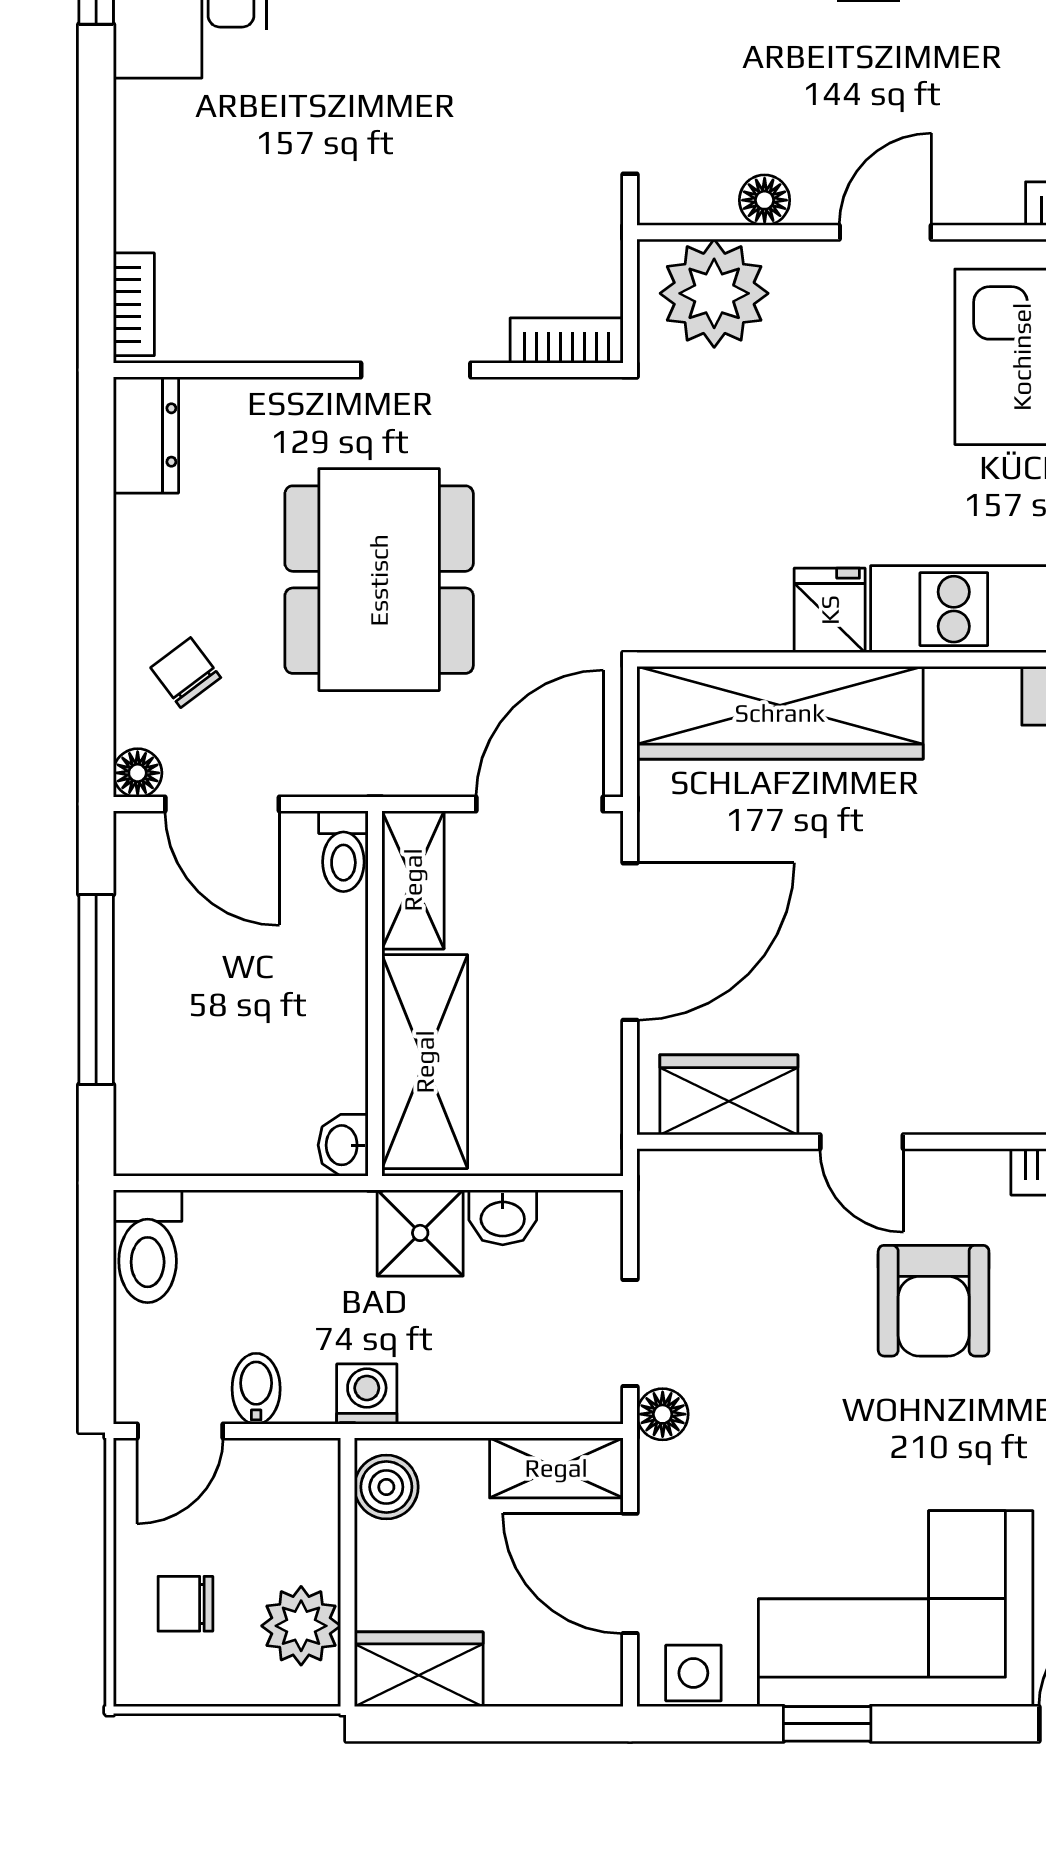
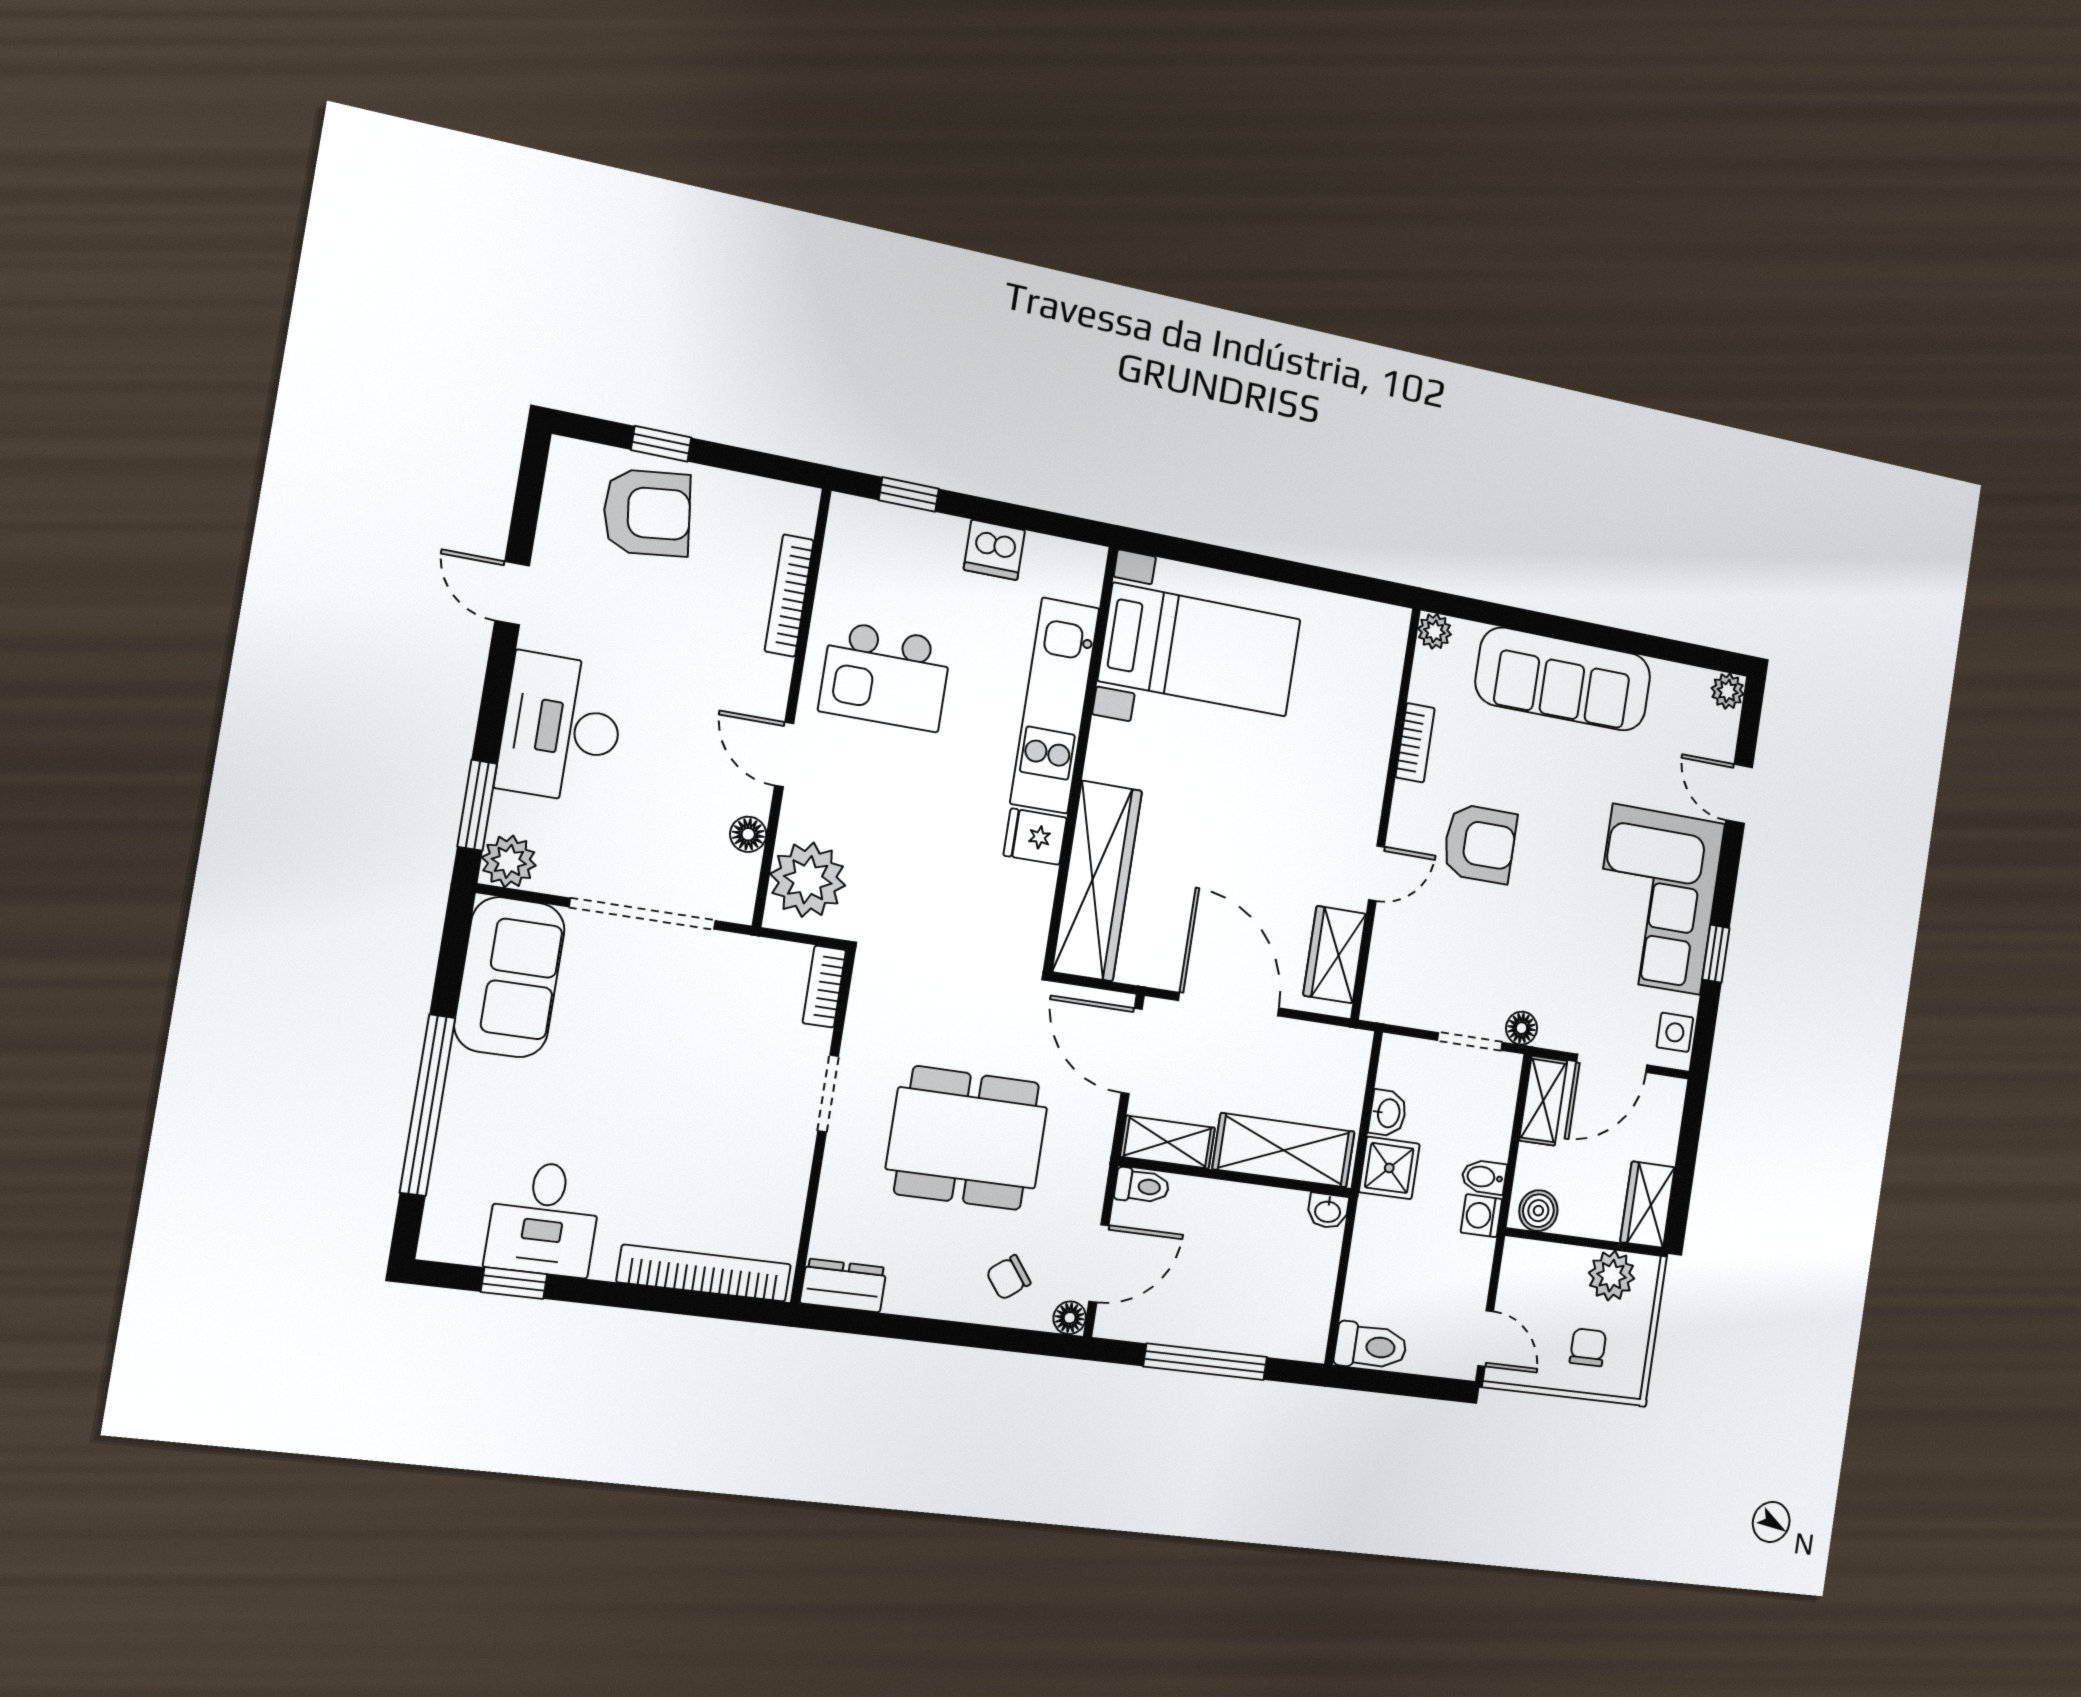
bookcase: (134, 304) -> (704, 1273), width x2.31, depth x1.31
bidet: (256, 1389) -> (1484, 1177), moved
chair: (185, 1604) -> (1588, 1347), turned 180

